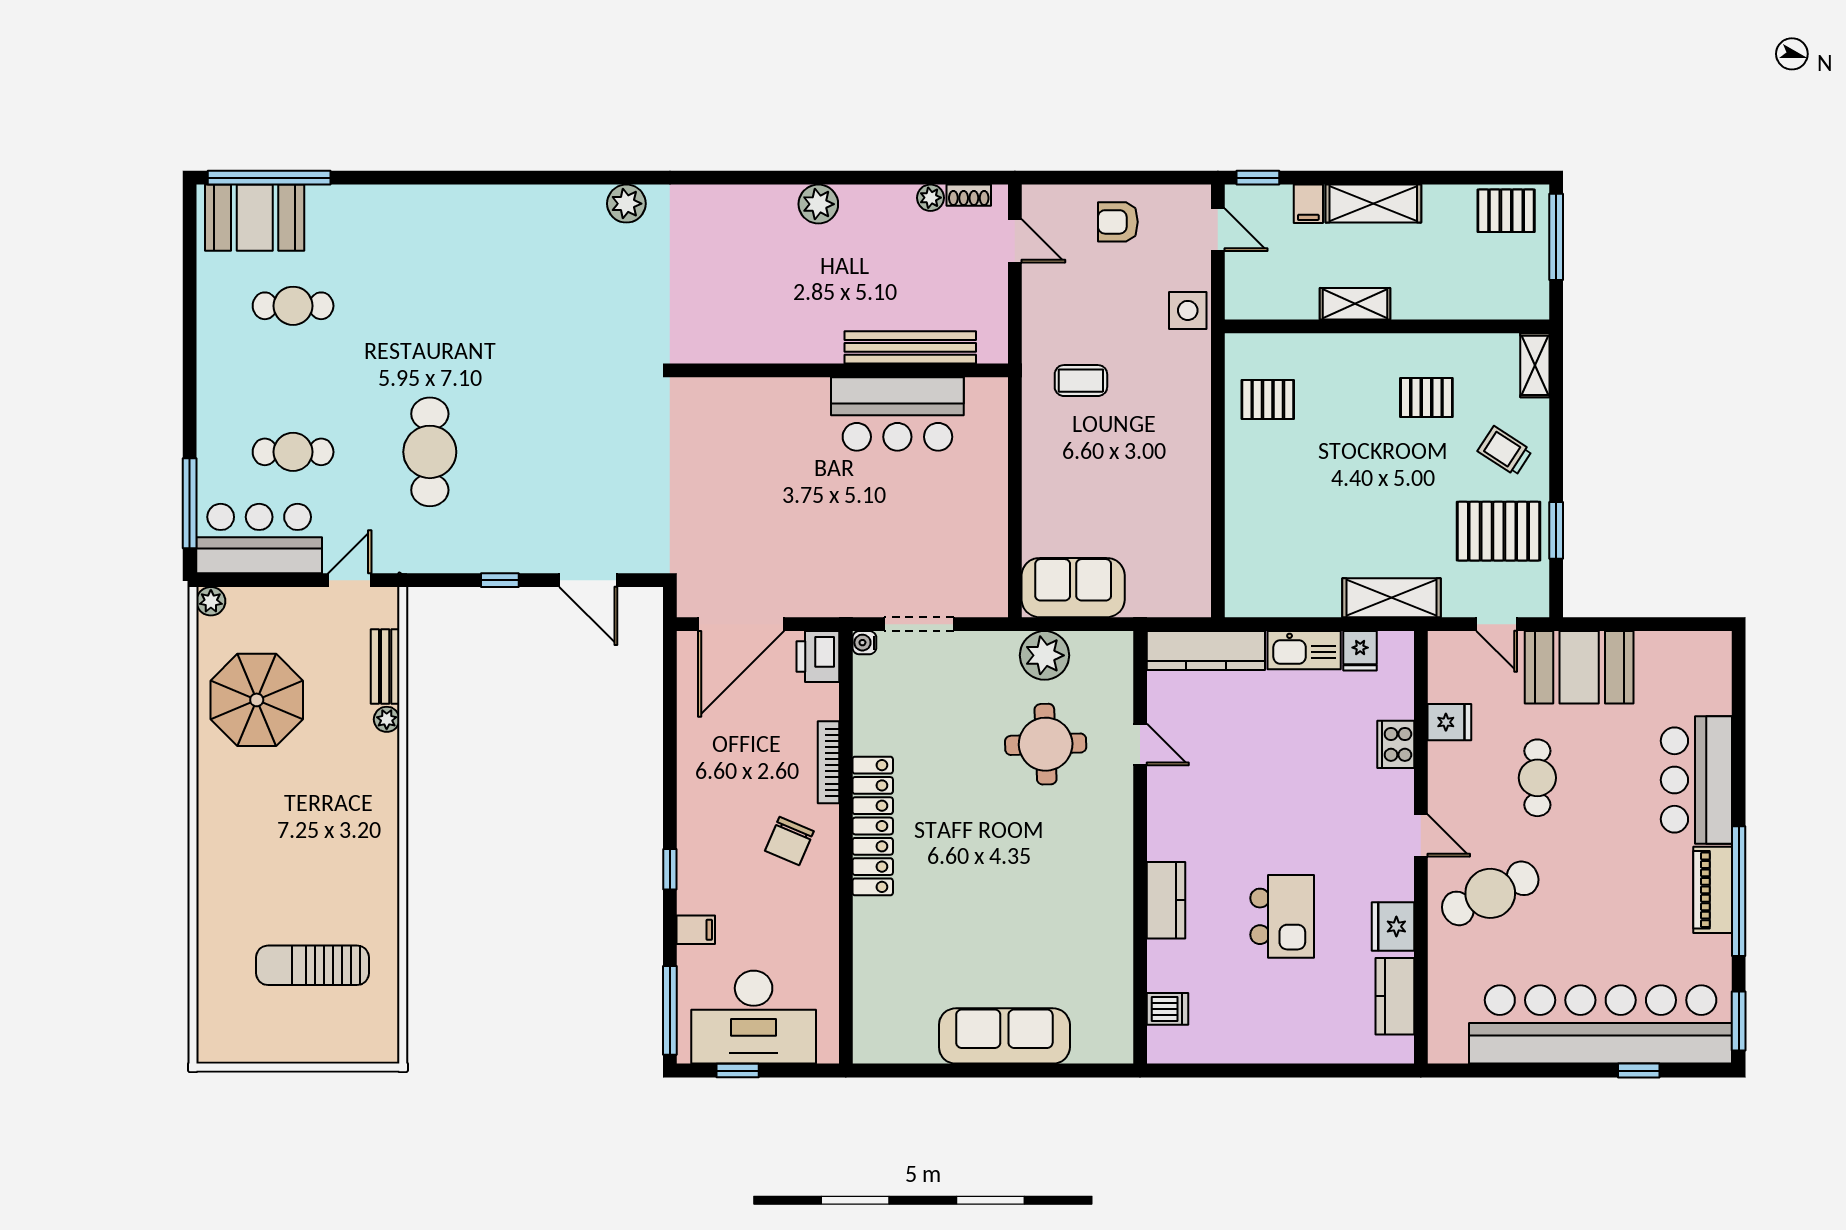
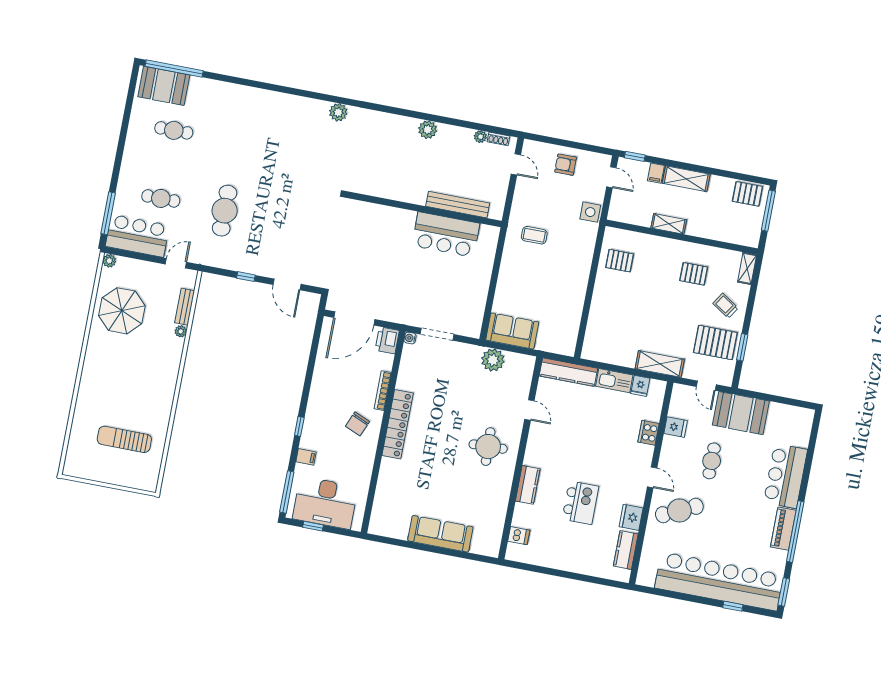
round table: (1046, 744) -> (488, 447), moved

